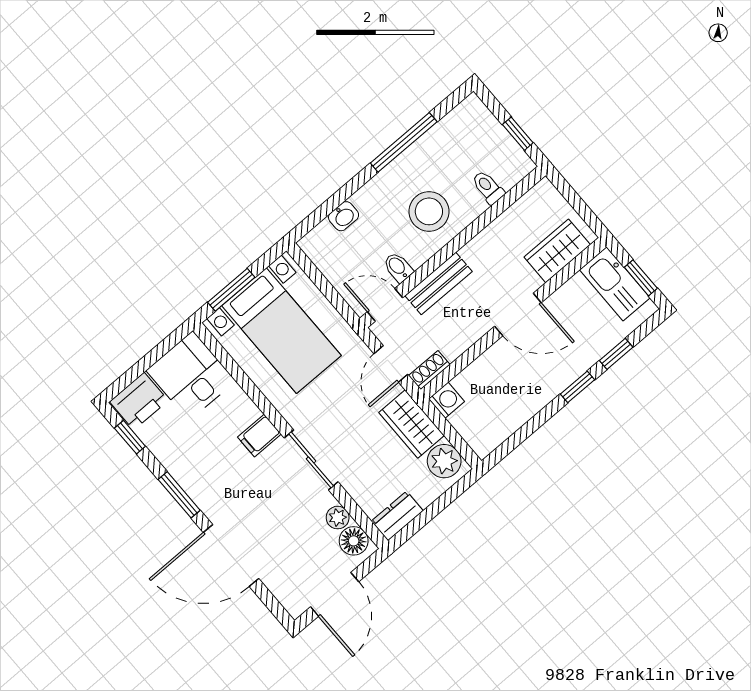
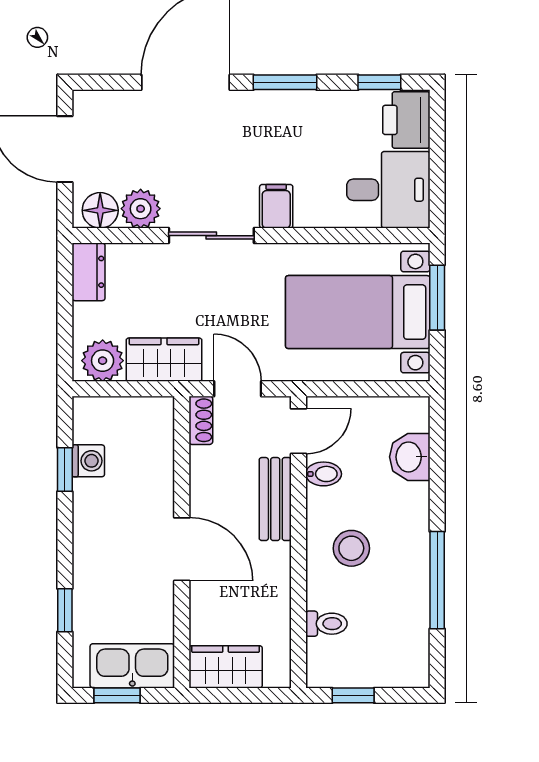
stool: (429, 211) -> (351, 548), width x0.73, depth x0.73
washbasin: (344, 216) -> (410, 457), width x1.38, depth x1.45
wardrobe: (557, 251) -> (226, 667), moved, turned -90
door: (518, 315) -> (182, 549), swing flipped
window: (577, 387) -> (65, 469), moved
washing machine: (446, 400) -> (88, 461), moved, turned -90
plant: (338, 518) -> (141, 209), width x1.38, depth x1.38

